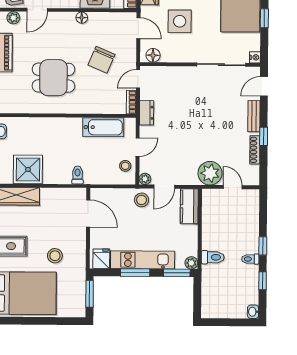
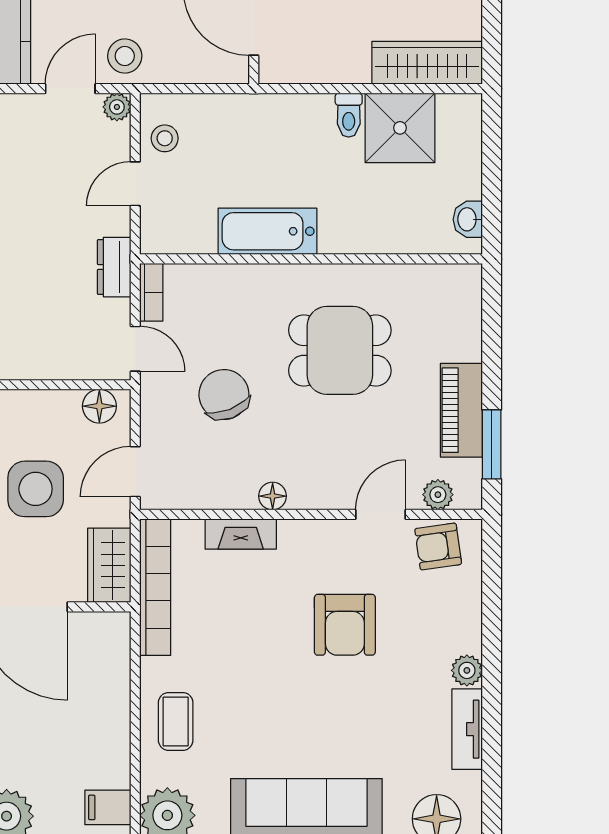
door: (138, 28) -> (135, 472), hinge flipped
chair: (101, 60) -> (224, 395), turned -44
door: (138, 79) -> (135, 349), hinge flipped
bathtub: (103, 127) -> (267, 231), moved
toilet: (78, 175) -> (349, 115), moved

